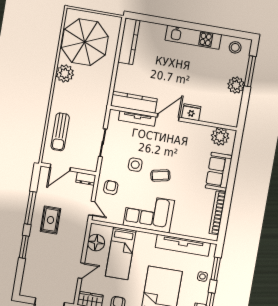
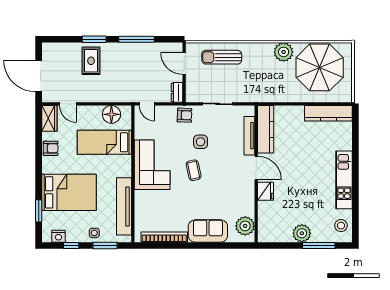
armchair: (111, 187) -> (184, 115), moved
door: (92, 208) -> (147, 104), hinge flipped
rug: (50, 220) -> (91, 61), moved, turned 90
door: (81, 271) -> (68, 104), moved

